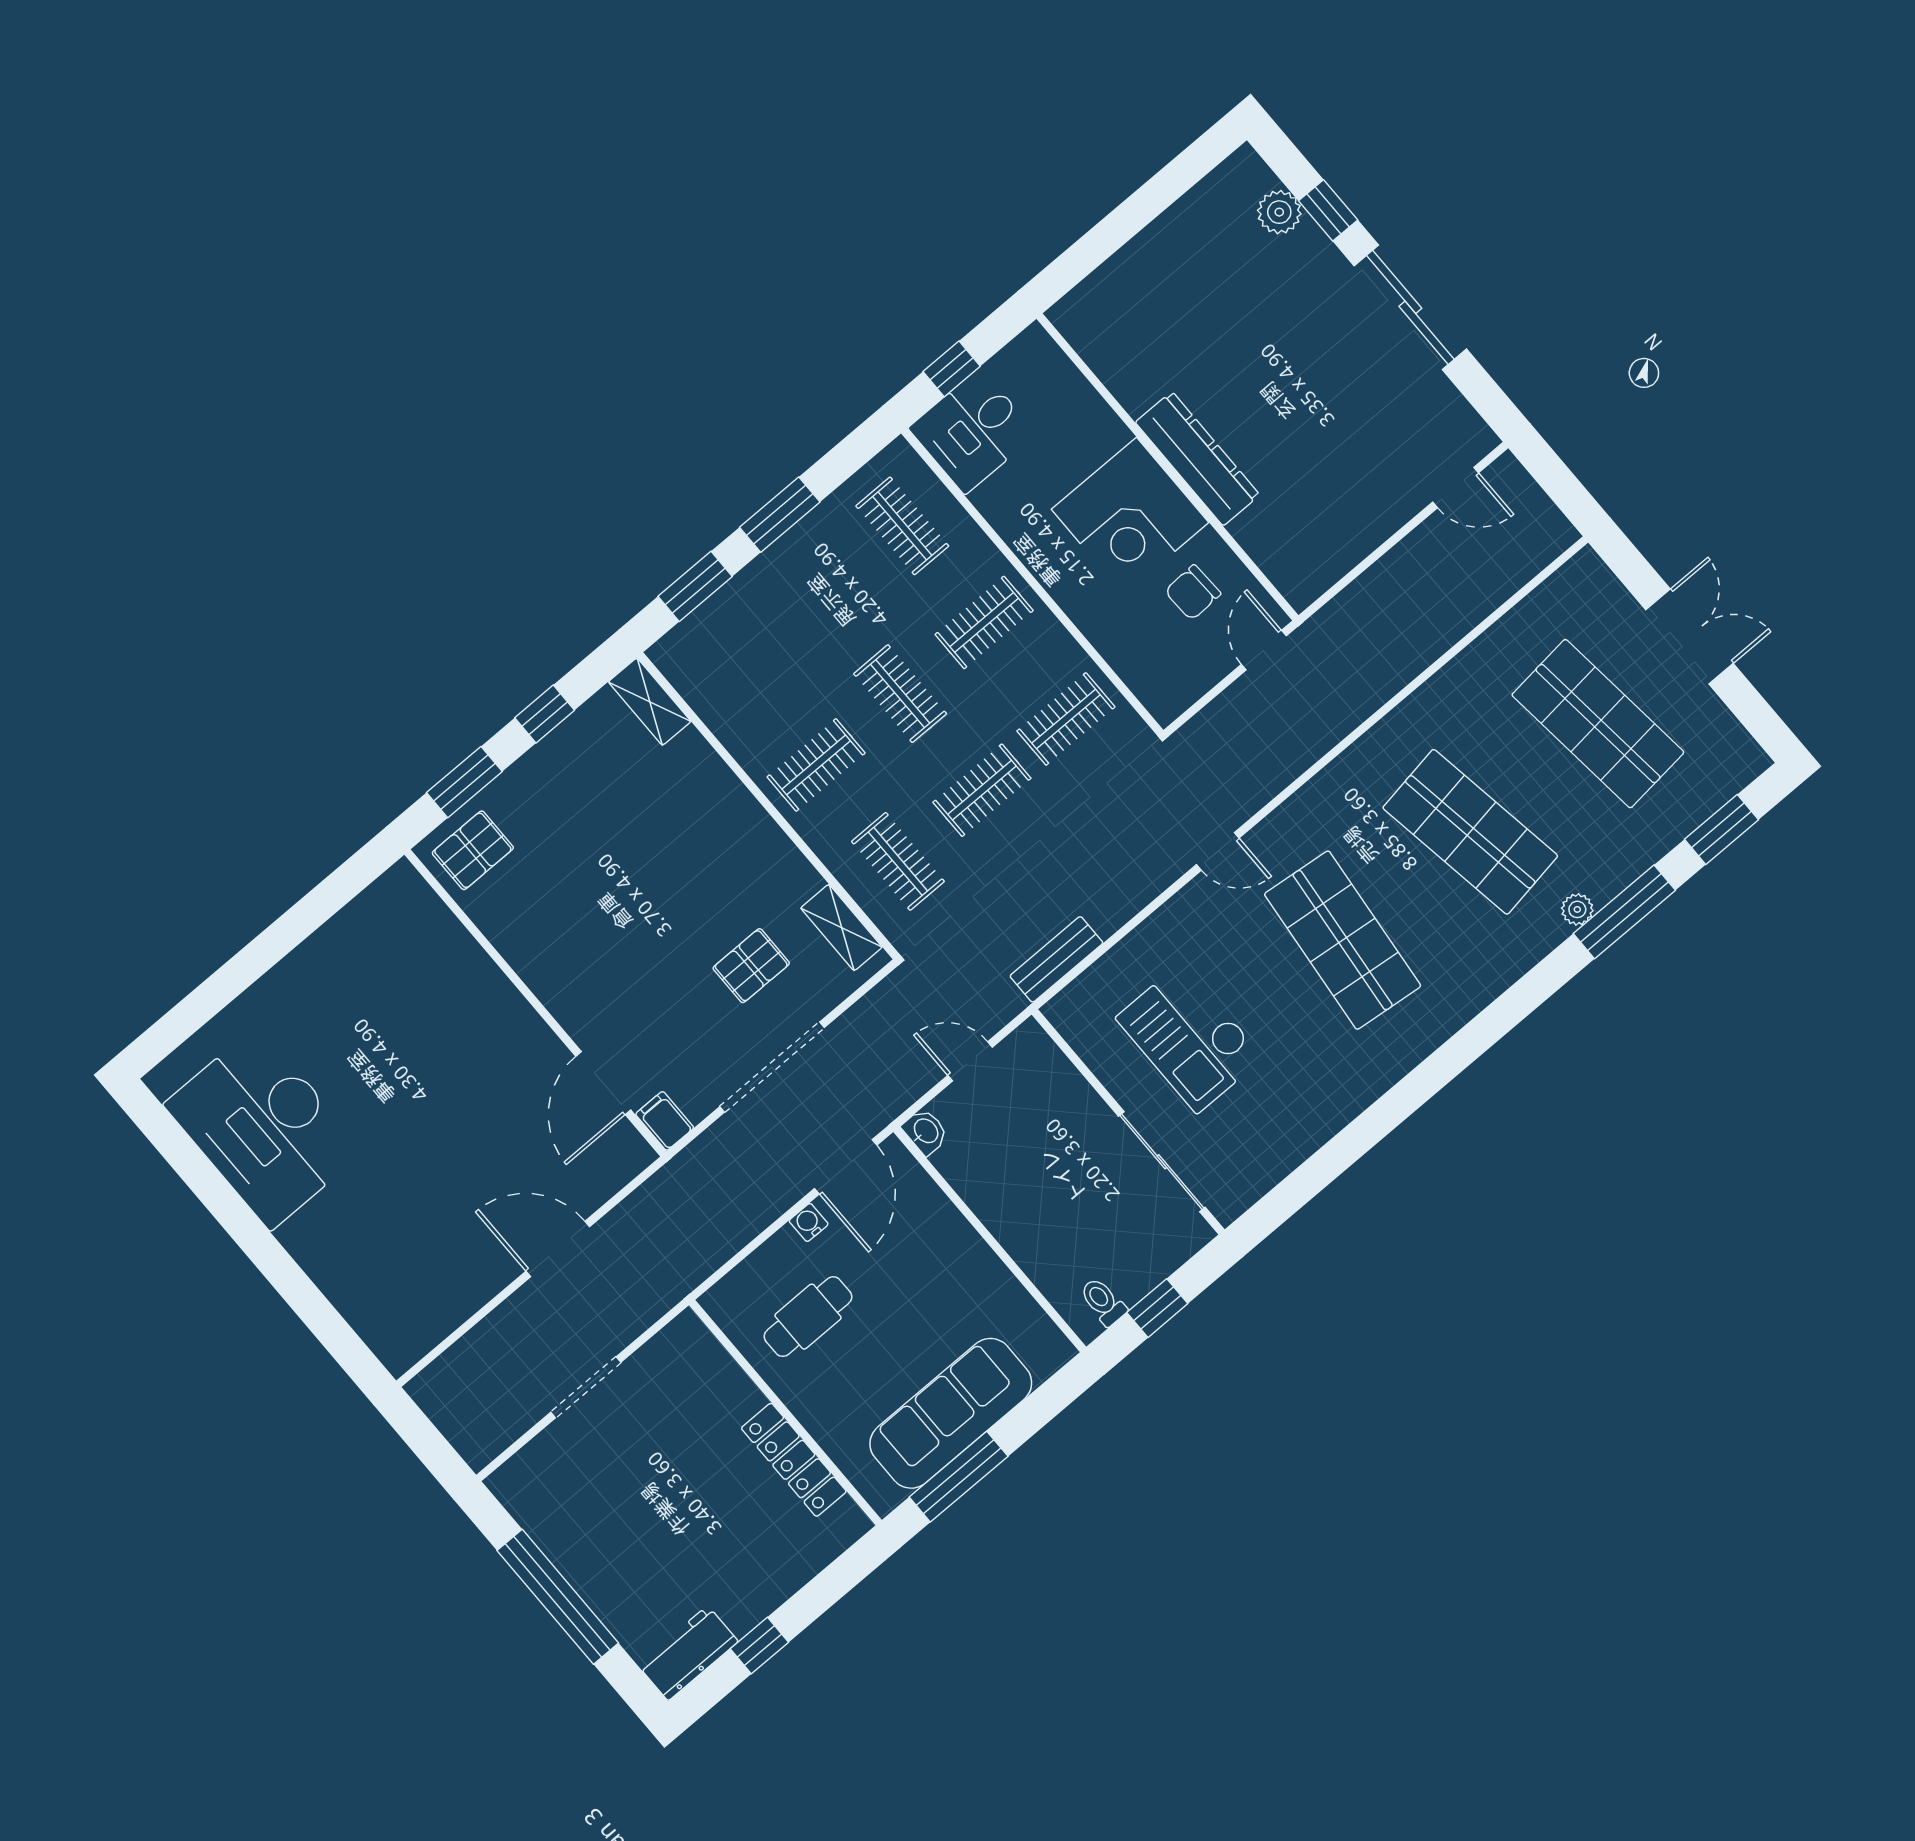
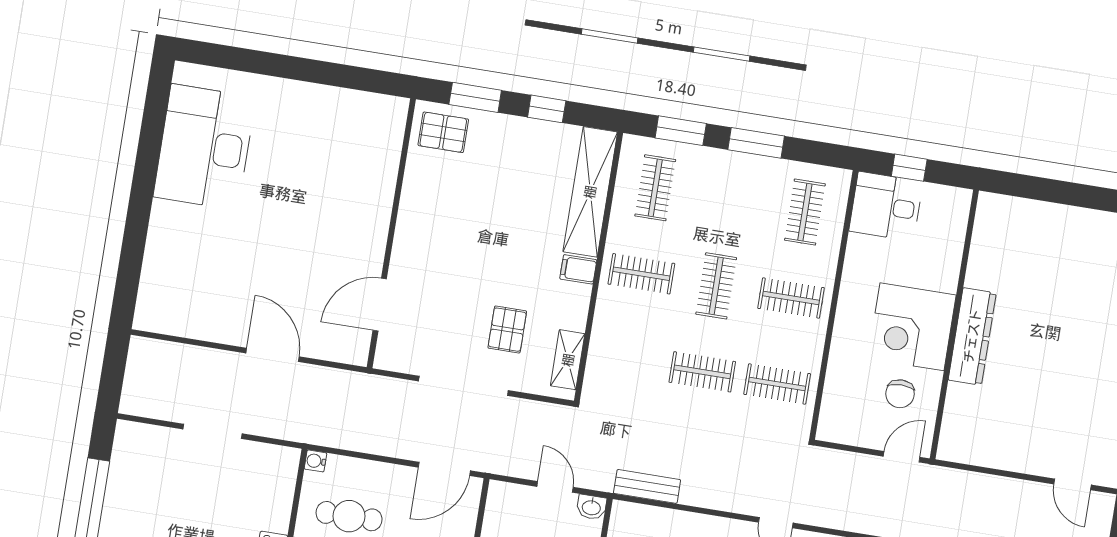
chair: (1193, 592) -> (900, 394), turned -88
shelving: (650, 702) -> (590, 192), width x2.20, depth x1.33
clothes rail: (898, 861) -> (655, 188), moved
pallet: (751, 966) -> (507, 330), turned 90
filing cabinet: (665, 1121) -> (578, 269), moved, turned -90
washbasin: (925, 1131) -> (591, 507), moved, turned 90
water cooler: (809, 1222) -> (315, 461), moved, turned -90

